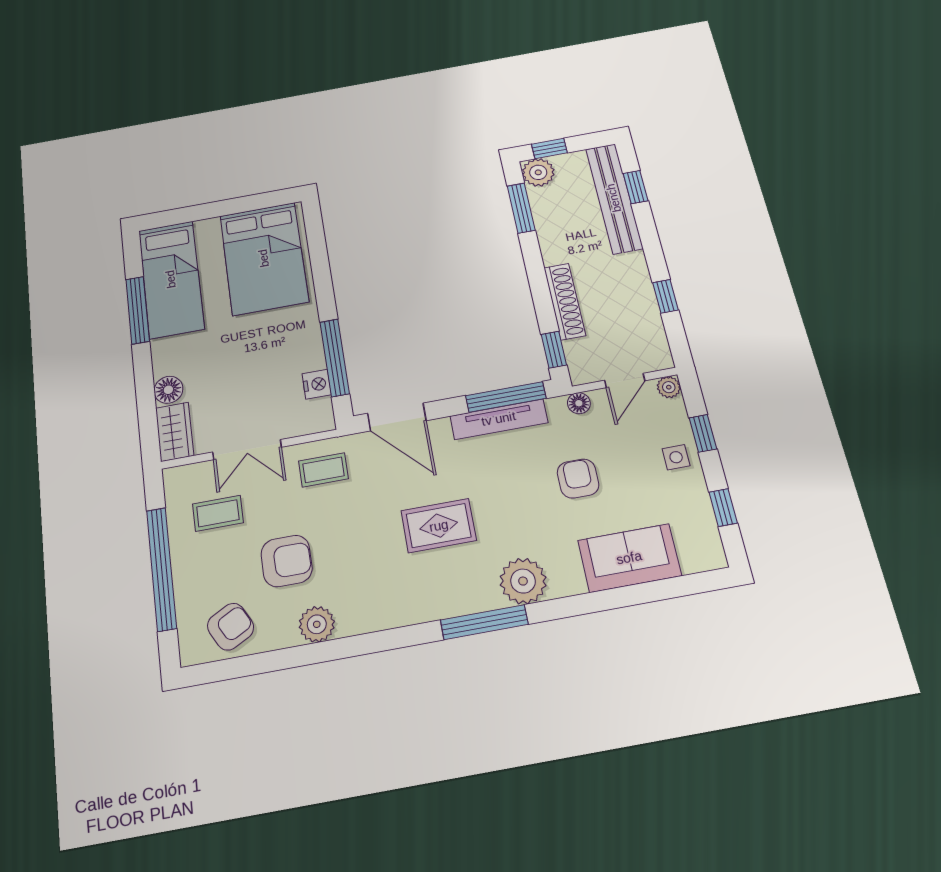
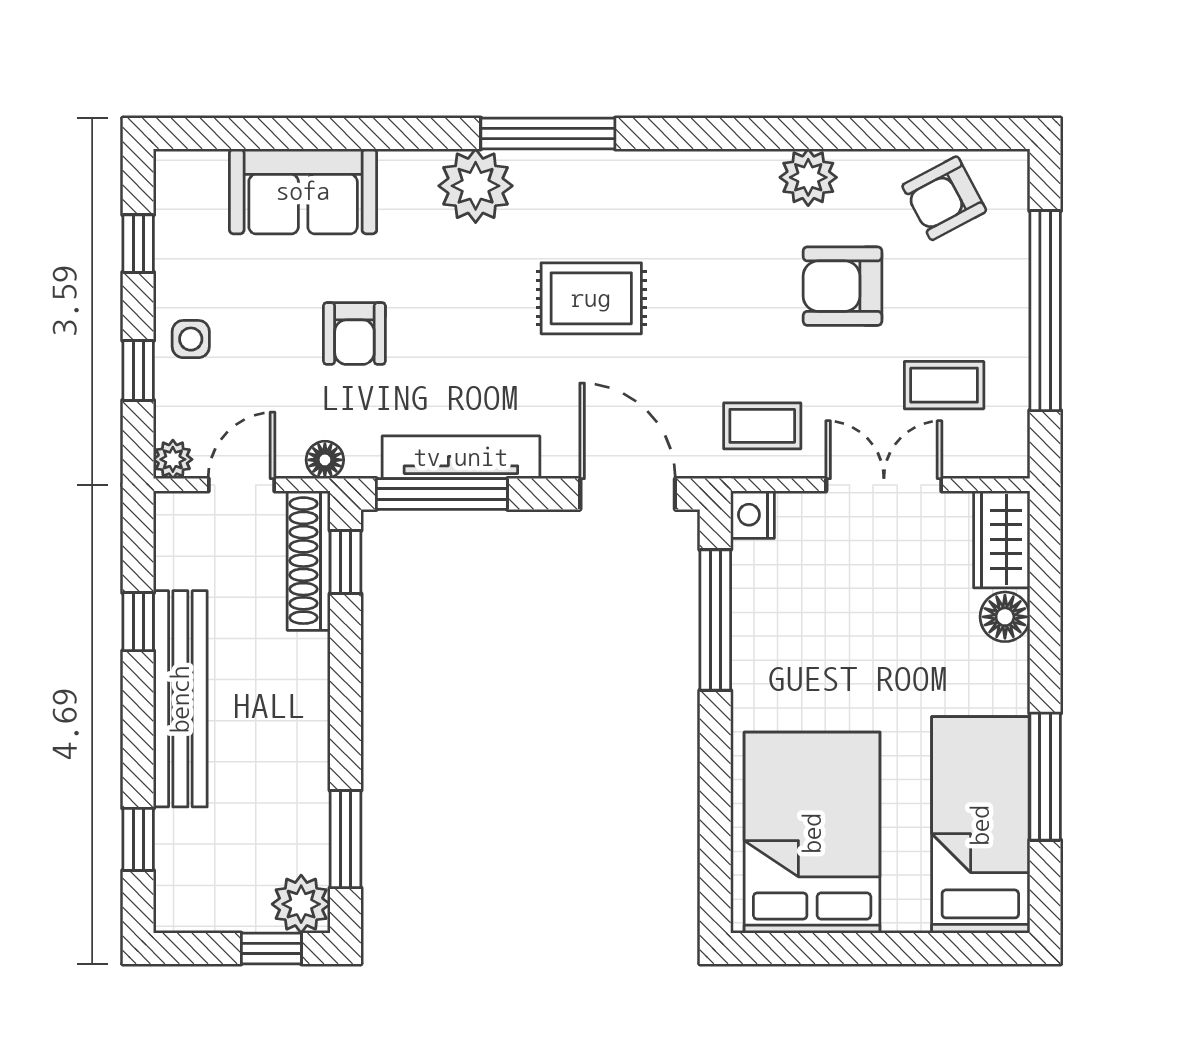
bench: (614, 198) -> (180, 699), moved
shoe rack: (565, 301) -> (309, 561), moved
nightstand: (317, 384) -> (752, 515), moved

